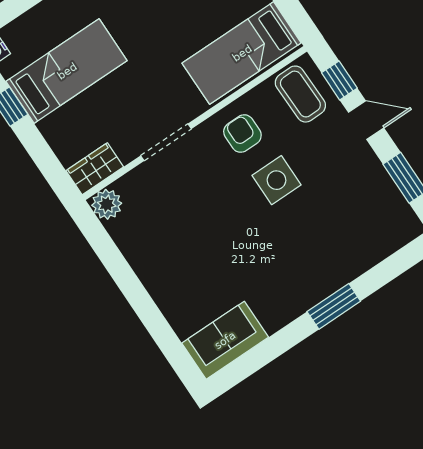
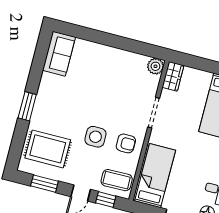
rug: (358, 222) -> (48, 149), added

